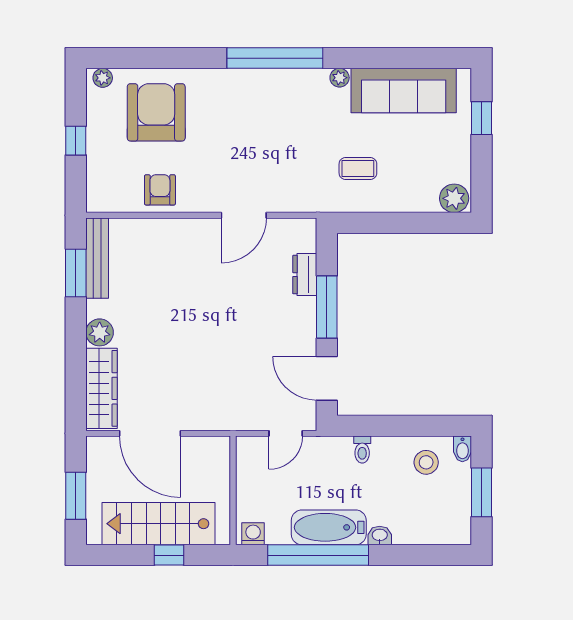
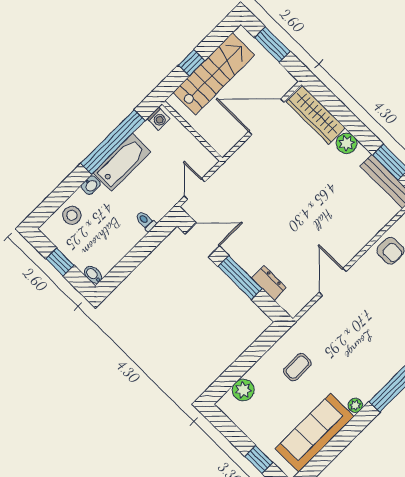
plant: (454, 198) -> (243, 390), moved
stool: (426, 462) -> (72, 215), moved
window: (482, 492) -> (60, 262), width x0.67

